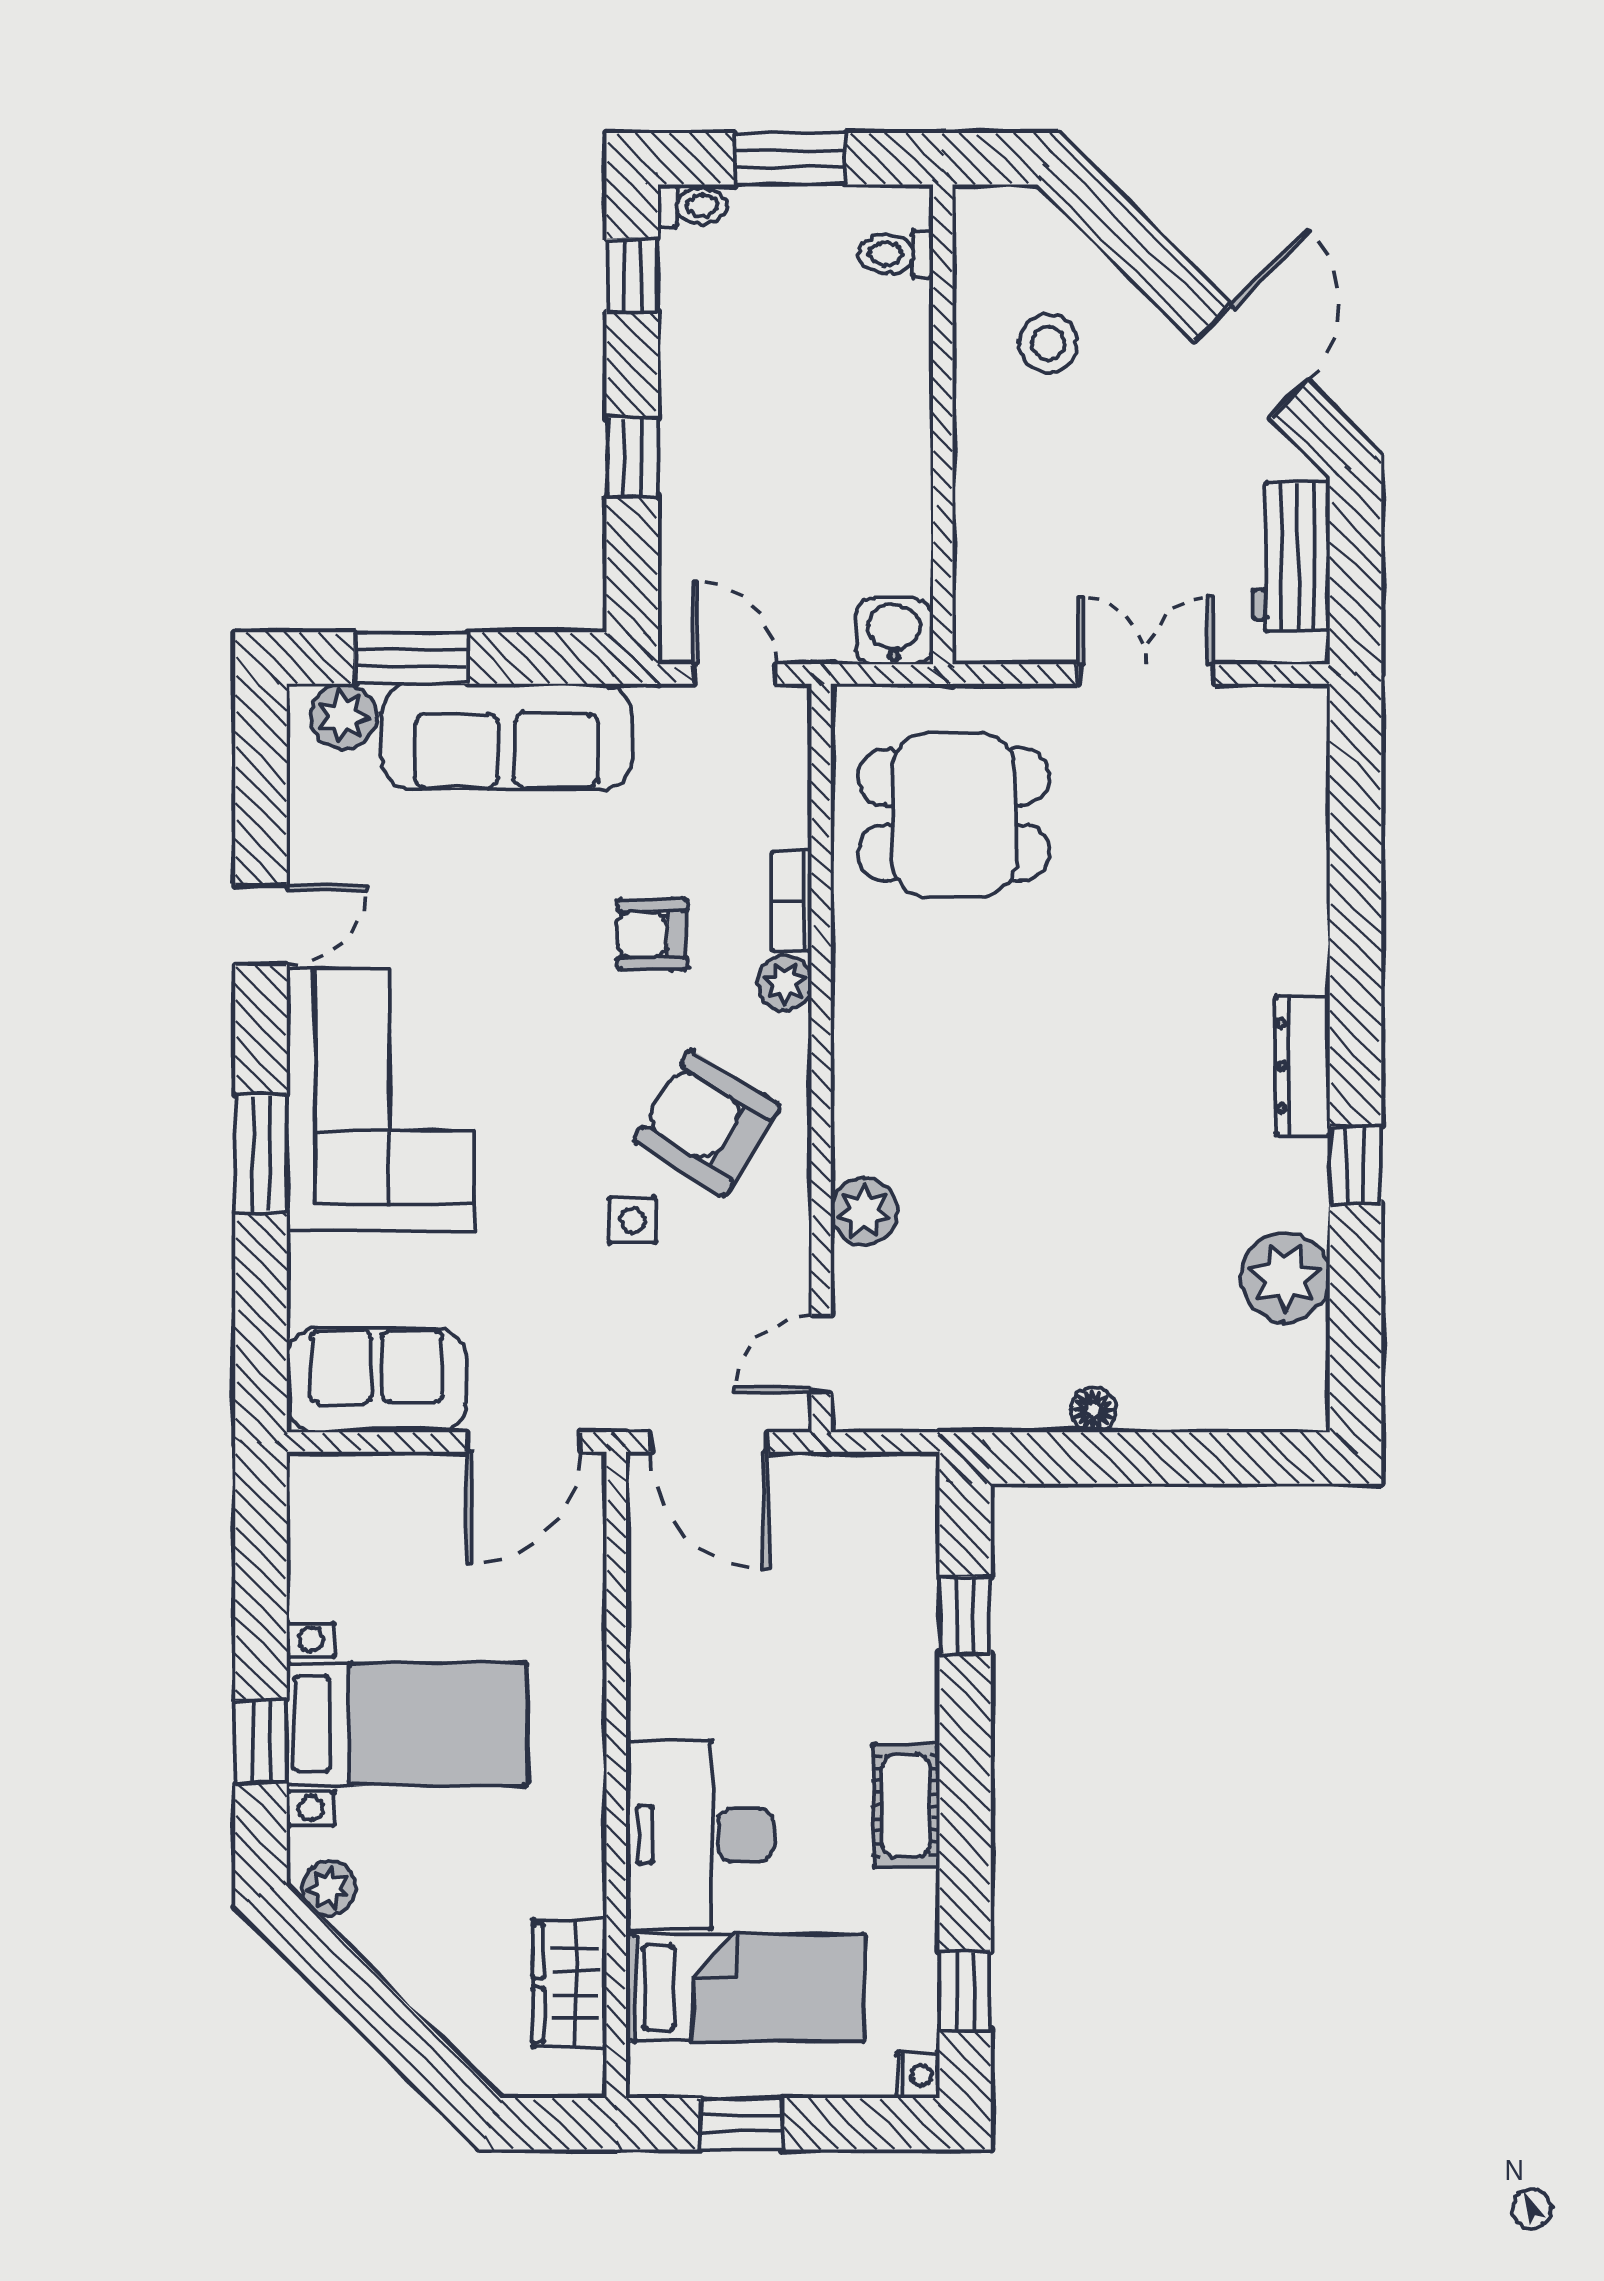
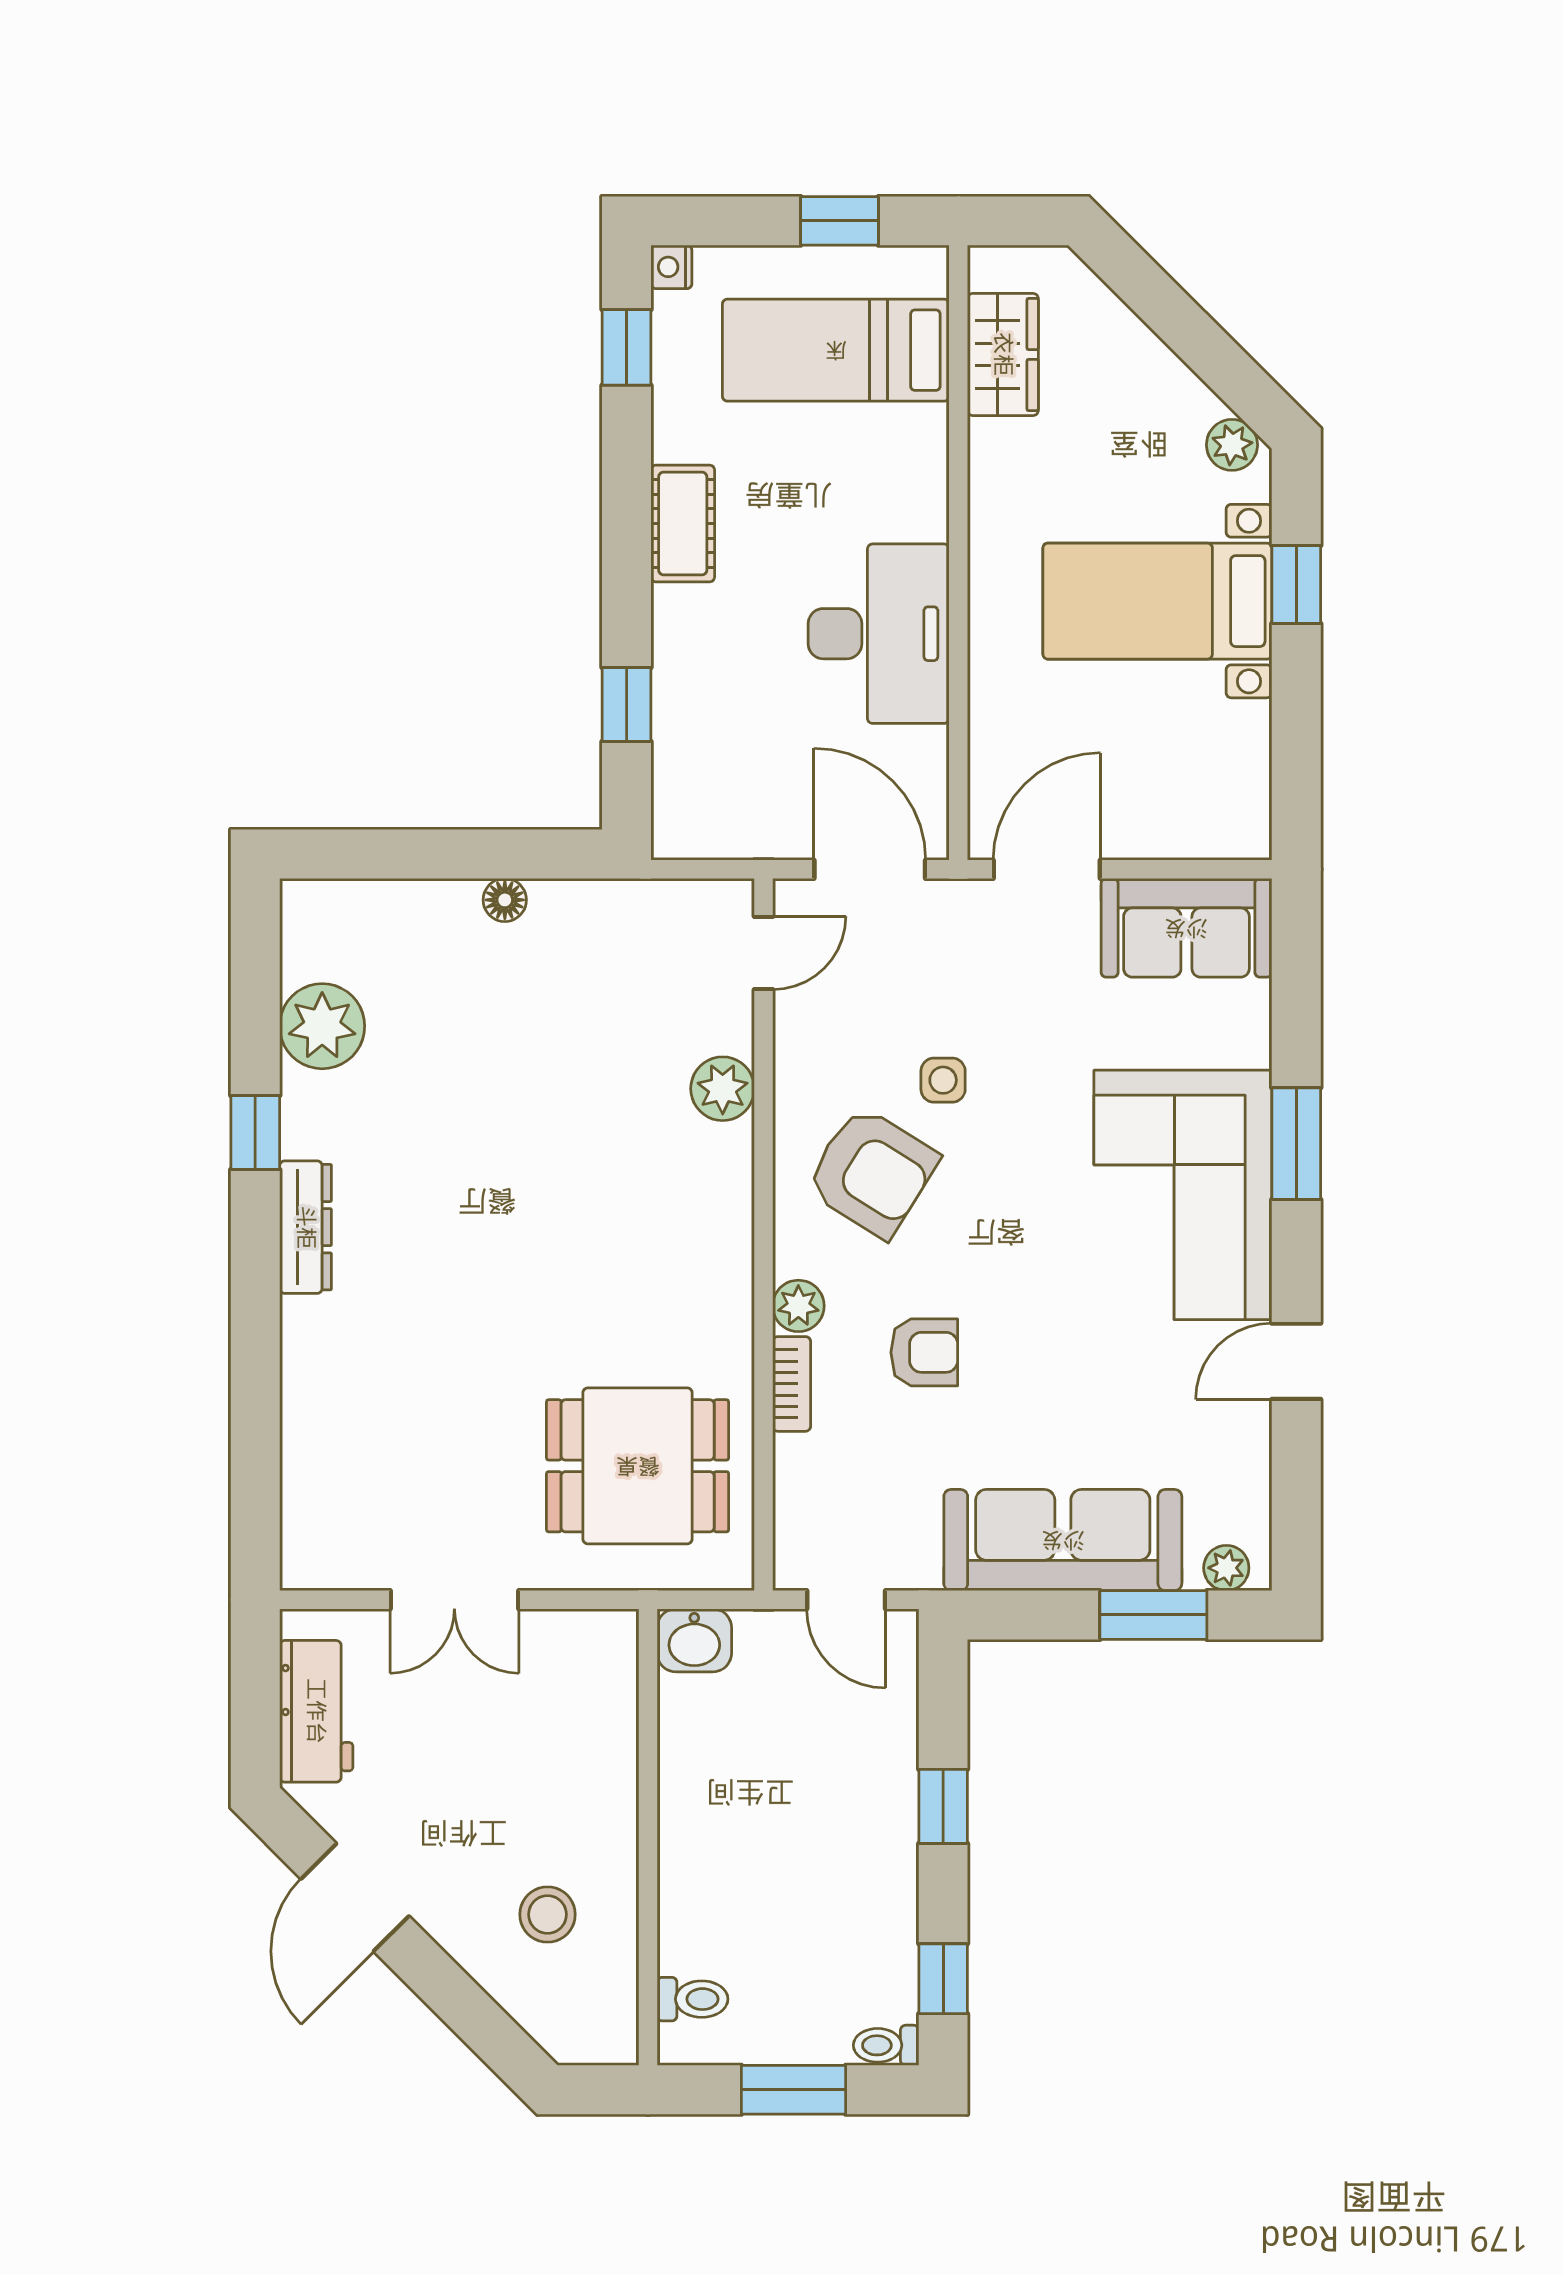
plant: (344, 716) -> (1226, 1568), width x0.73, depth x0.73
desk: (700, 1835) -> (879, 634), moved

